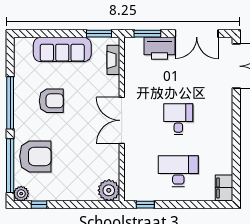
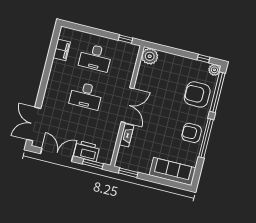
sofa: (62, 49) -> (172, 171), moved
fireplace: (113, 60) -> (126, 135), moved
armchair: (51, 101) -> (192, 133), moved
desk: (178, 119) -> (86, 96), width x1.37
filing cabinet: (224, 188) -> (62, 50), moved

